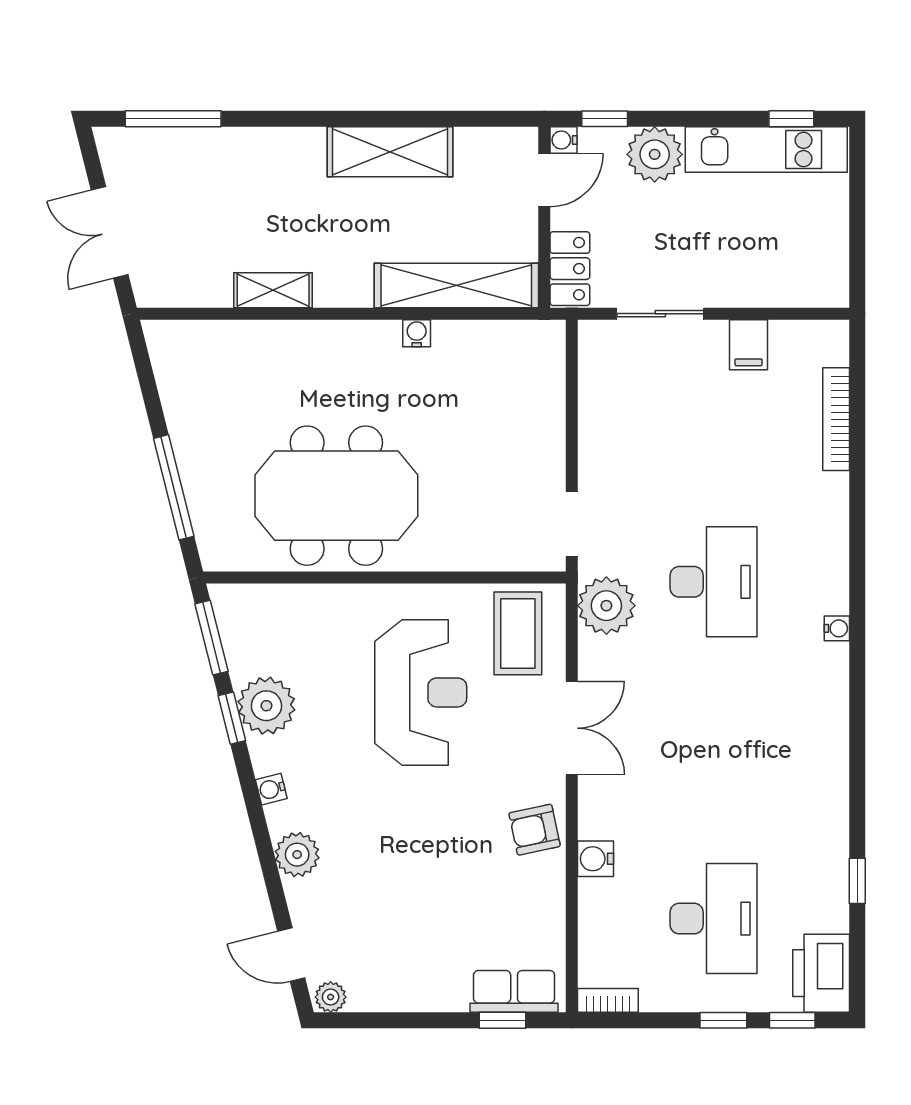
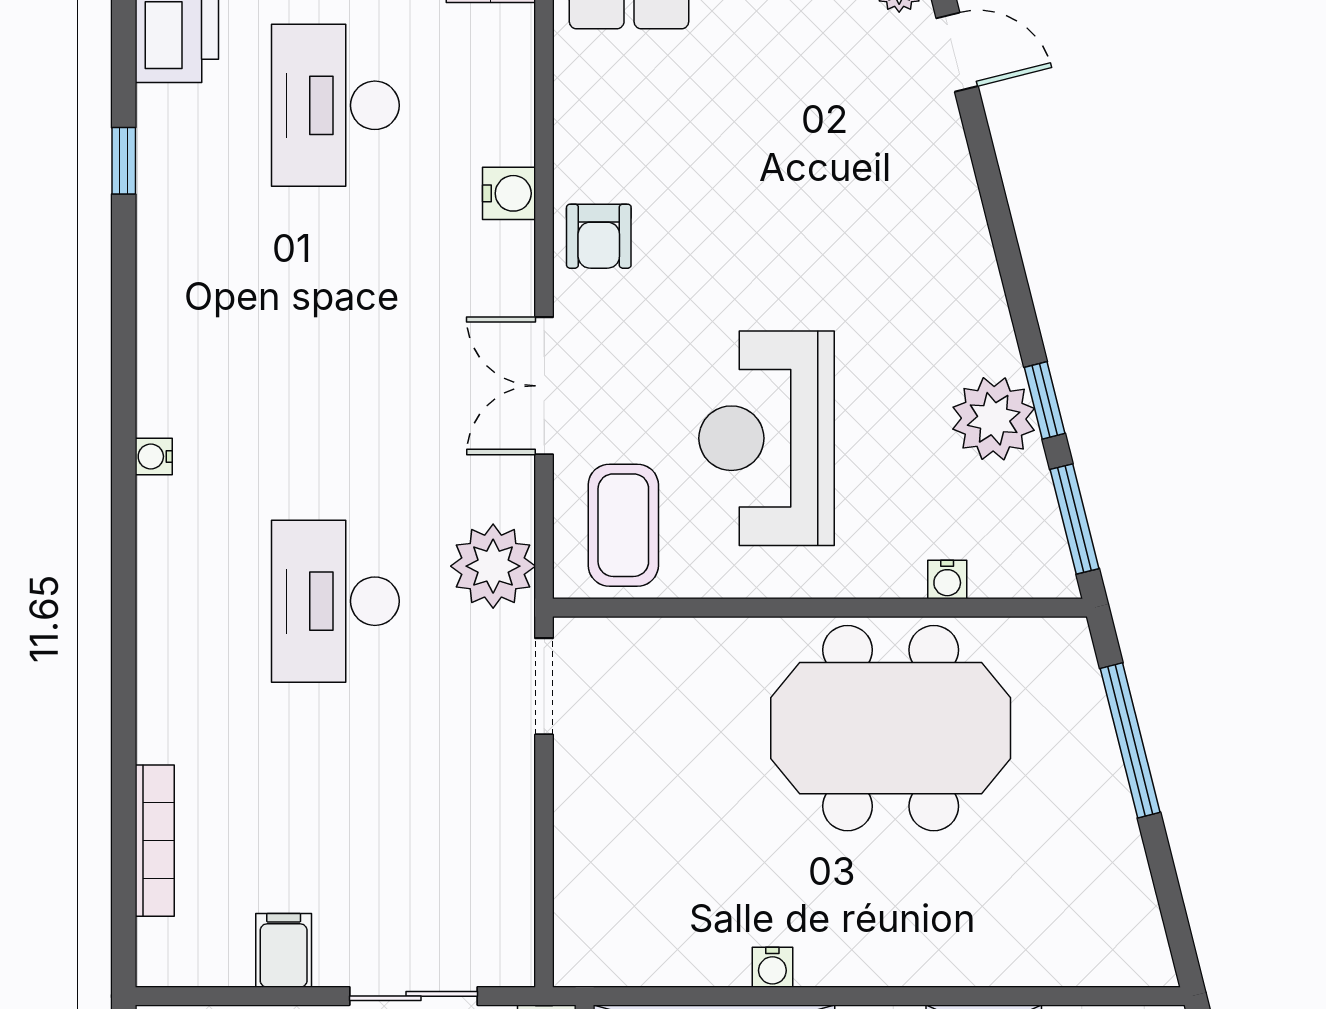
water cooler: (837, 628) -> (154, 456), moved
water cooler: (271, 789) -> (947, 580), moved, turned 104
armchair: (535, 830) -> (599, 236), turned 102
plant: (297, 855) -> (948, 200), removed

